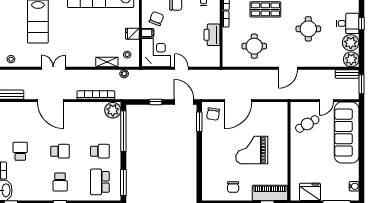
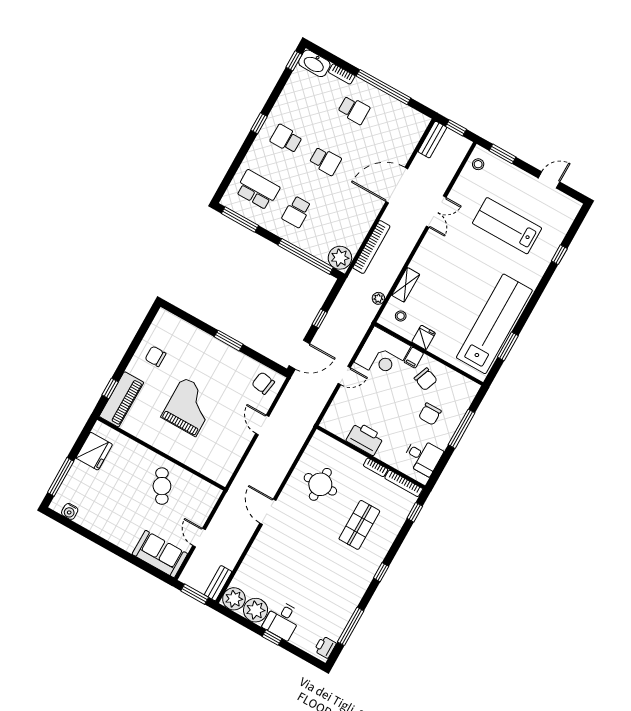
round table: (308, 29) -> (304, 566), removed
door: (238, 101) -> (262, 425), width x0.53
window: (199, 122) -> (229, 341), moved
cafe table: (307, 124) -> (162, 486), moved
sofa: (347, 133) -> (160, 554), width x0.54, depth x0.79
school desk: (60, 151) -> (325, 161), turned -90

